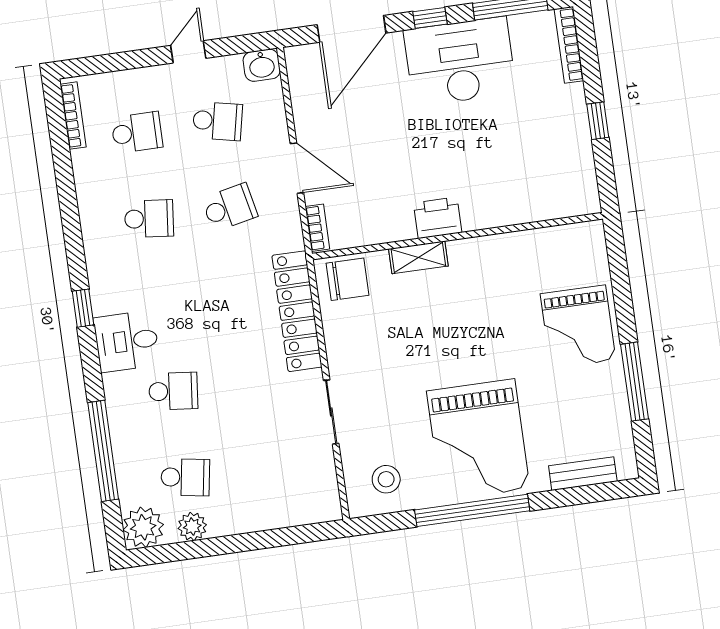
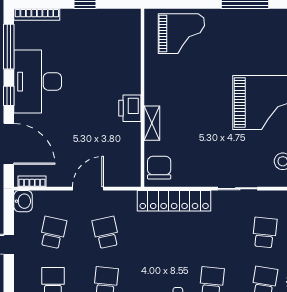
bookcase: (317, 228) -> (32, 181), moved
grand piano: (578, 327) -> (181, 34), moved
school desk: (266, 466) -> (265, 232), added

